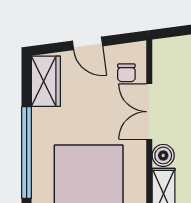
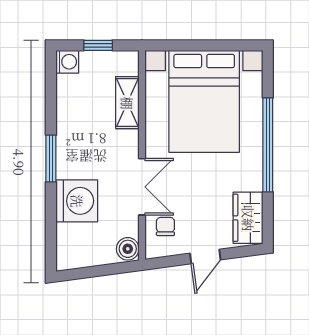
door: (88, 43) -> (205, 257), swing flipped
boiler: (163, 155) -> (128, 249), moved

